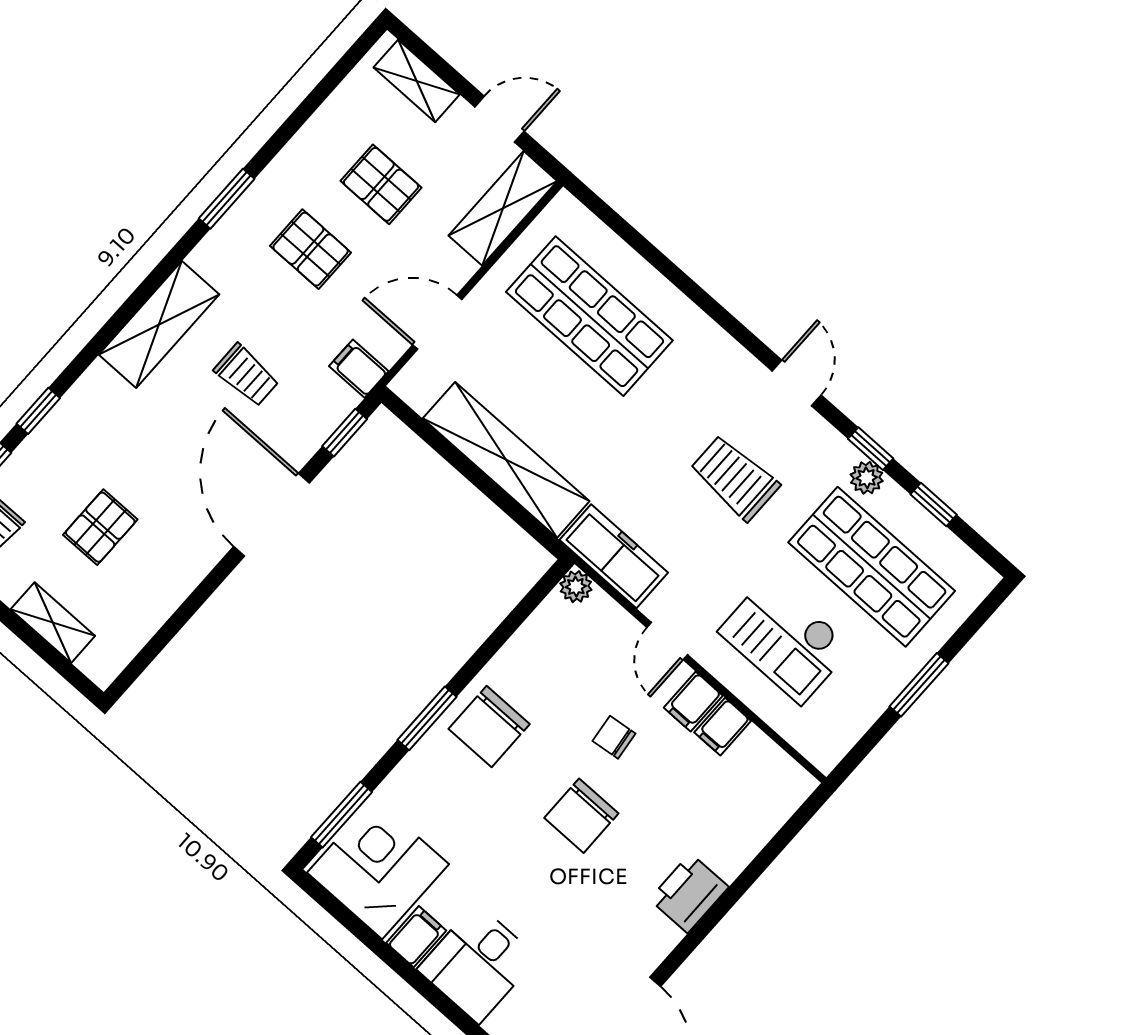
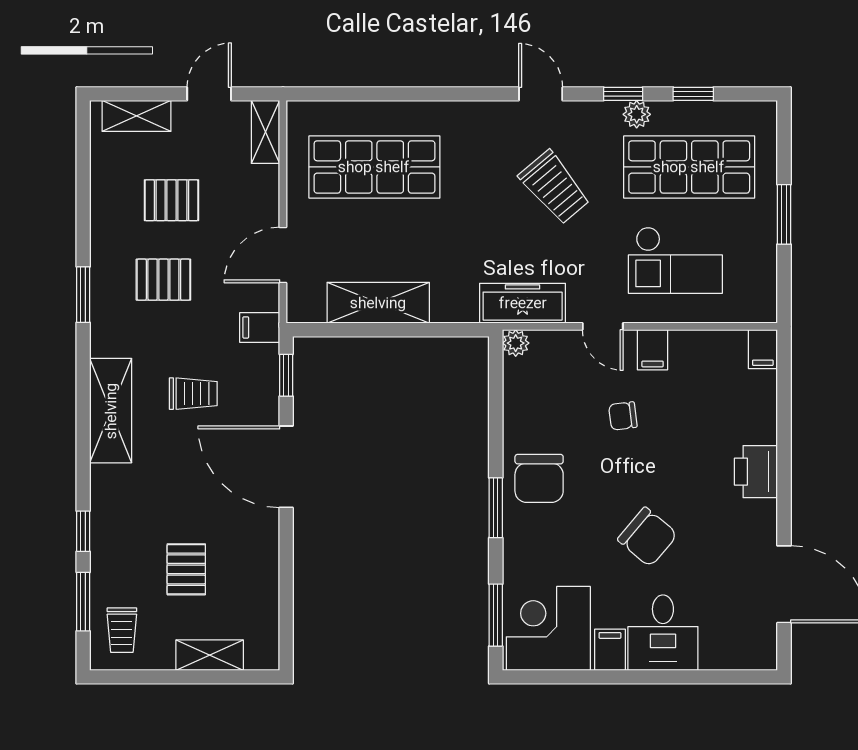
shelving: (503, 208) -> (265, 132), width x0.67, depth x0.75
shelving: (506, 460) -> (378, 303), width x0.68
trolley: (735, 478) -> (555, 187), turned -130
filing cabinet: (723, 727) -> (763, 349), moved
chair: (581, 816) -> (648, 537), moved, turned -50

